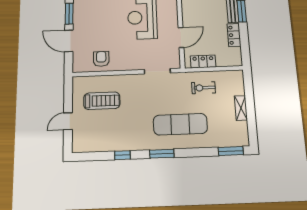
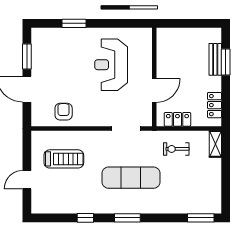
locker: (234, 35) -> (214, 105), moved
shelving: (241, 108) -> (215, 144), moved
exercise mat: (180, 124) -> (131, 178), moved

